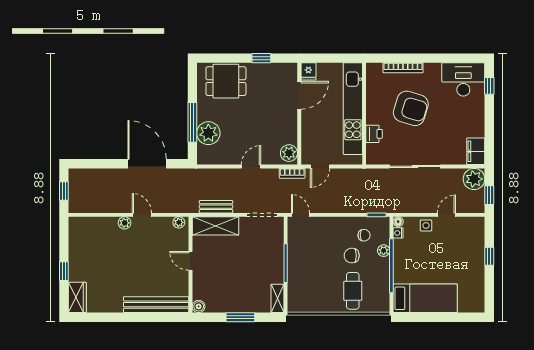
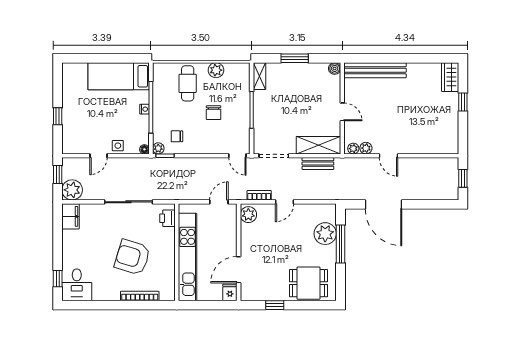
desk: (463, 79) -> (77, 285), width x0.73
printer: (374, 134) -> (167, 218), moved
bookcase: (292, 173) -> (259, 195), moved
plant: (125, 223) -> (366, 148), moved
nightstand: (398, 233) -> (144, 109), moved
plant: (384, 251) -> (158, 148), moved
chair: (352, 256) -> (214, 113), moved, turned 90
plant: (323, 305) -> (216, 70), added

